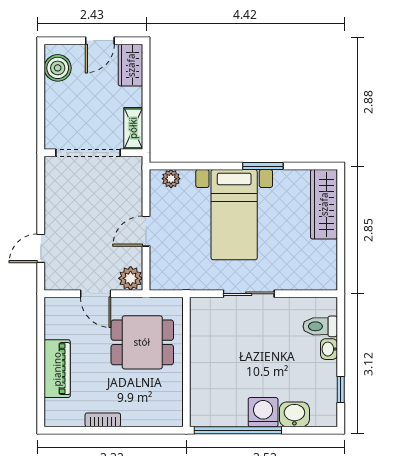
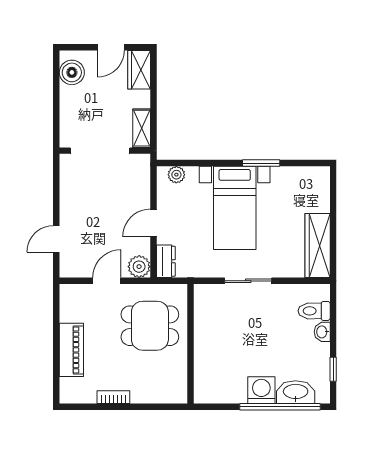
wardrobe: (324, 204) -> (318, 246), moved
dresser: (159, 273) -> (166, 261), added
door: (96, 294) -> (107, 281), swing flipped
washbasin: (294, 414) -> (296, 392), width x1.38
window: (238, 430) -> (280, 407), moved

